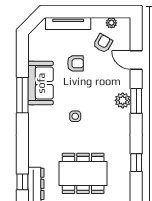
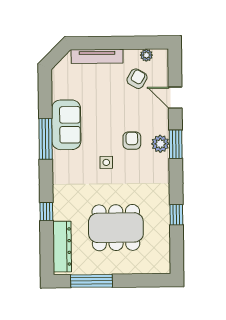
armchair: (75, 63) -> (132, 141), moved, turned -90
window: (22, 182) -> (46, 212), moved

